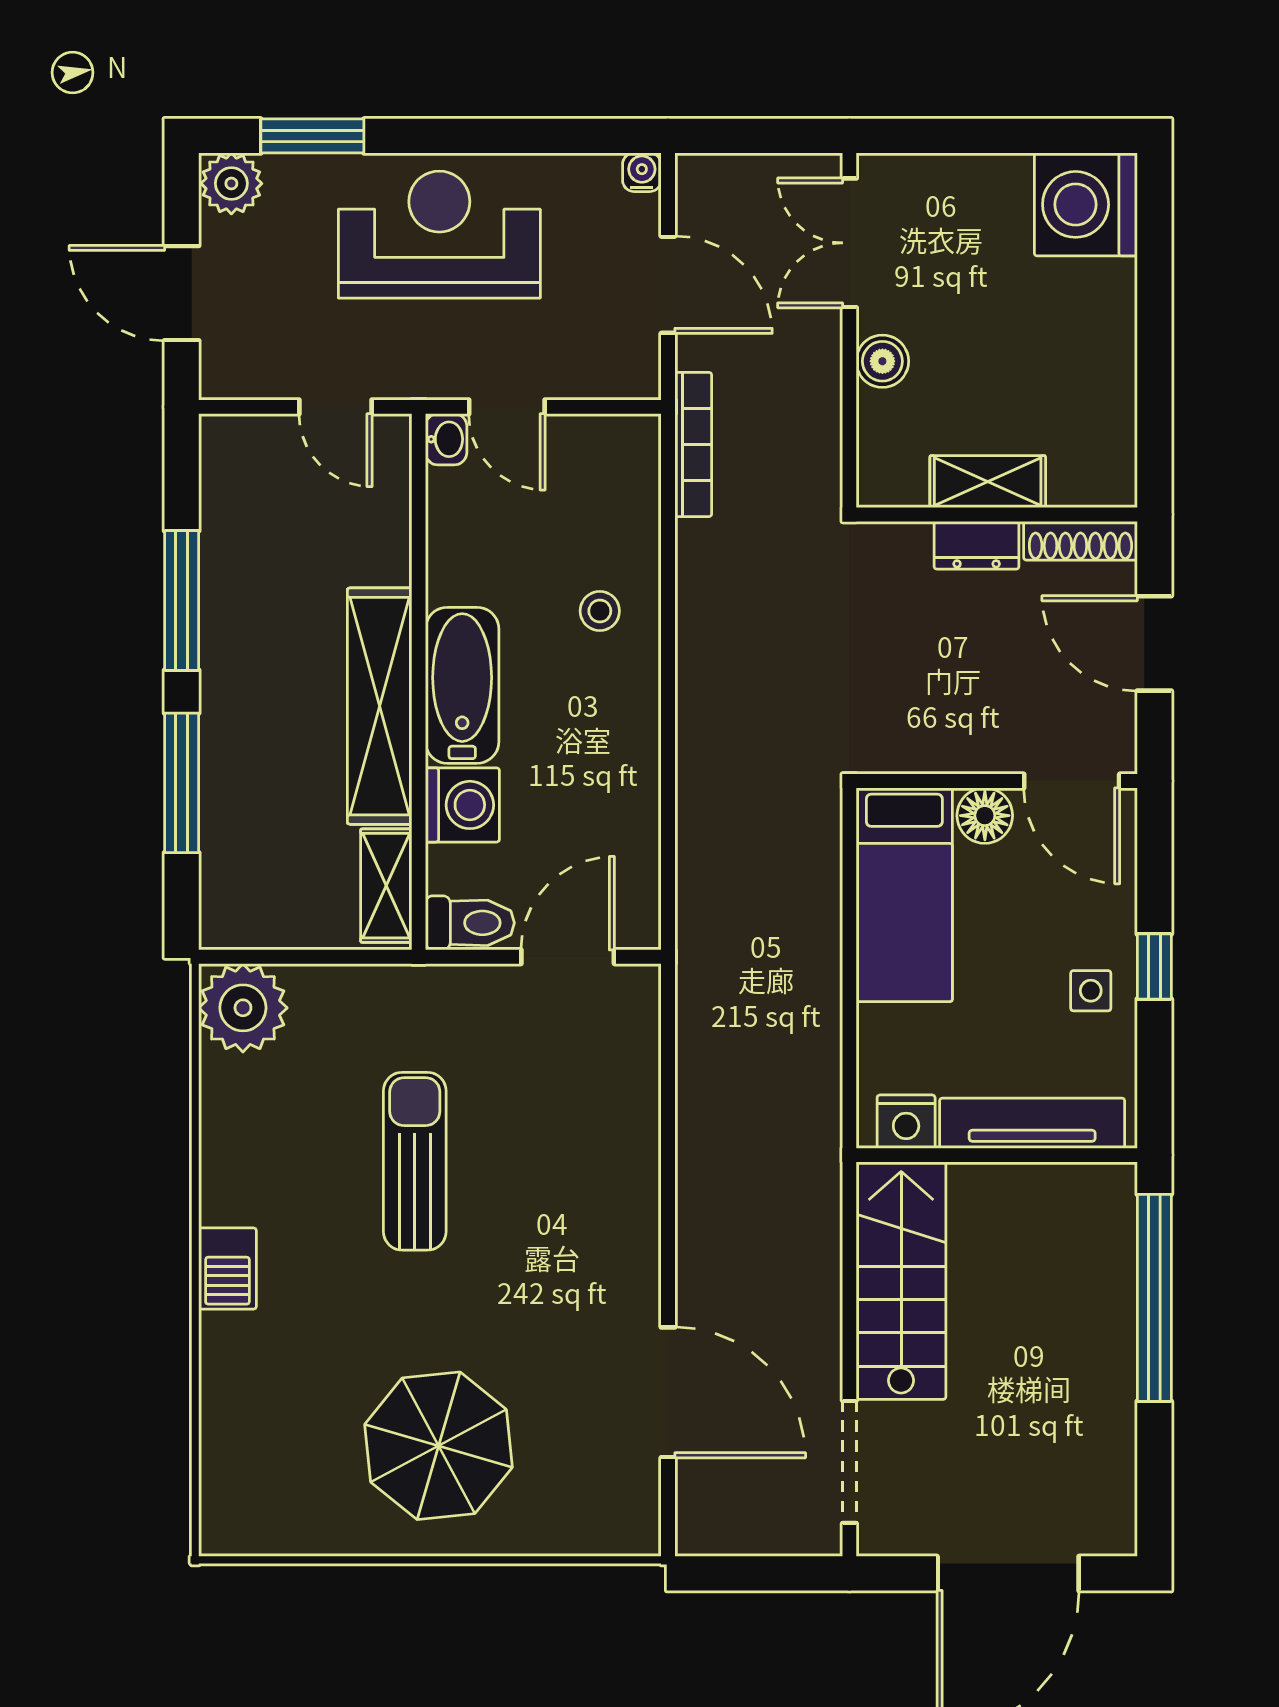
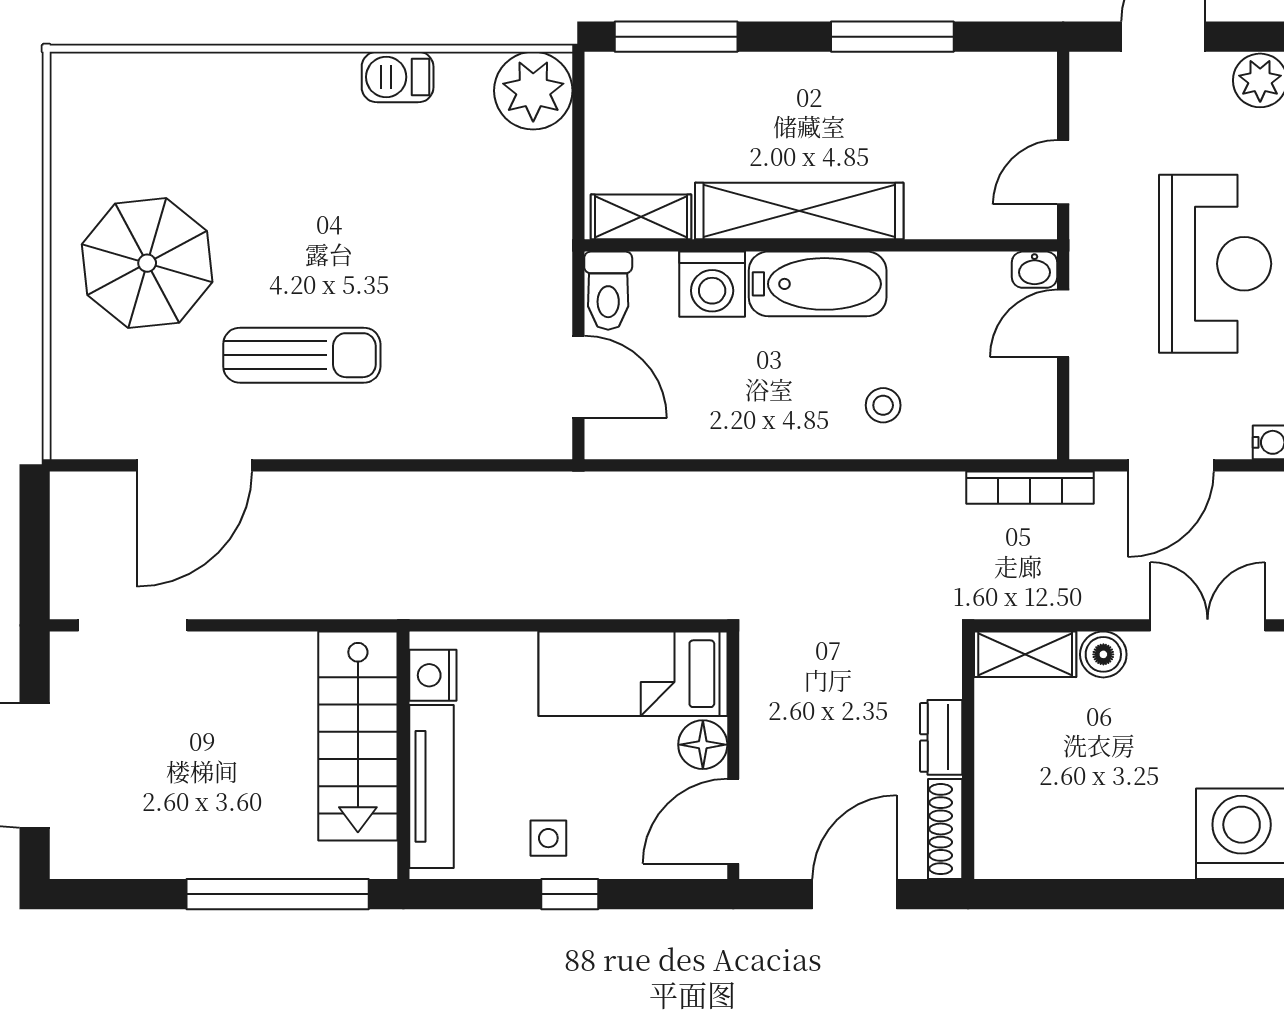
shelving: (988, 482) -> (1025, 654), moved, turned 90
window: (182, 783) -> (676, 37), moved
sun lounger: (415, 1161) -> (302, 355), moved
barbecue: (227, 1269) -> (398, 77), moved
stairs: (901, 1281) -> (358, 736), moved, turned 90

